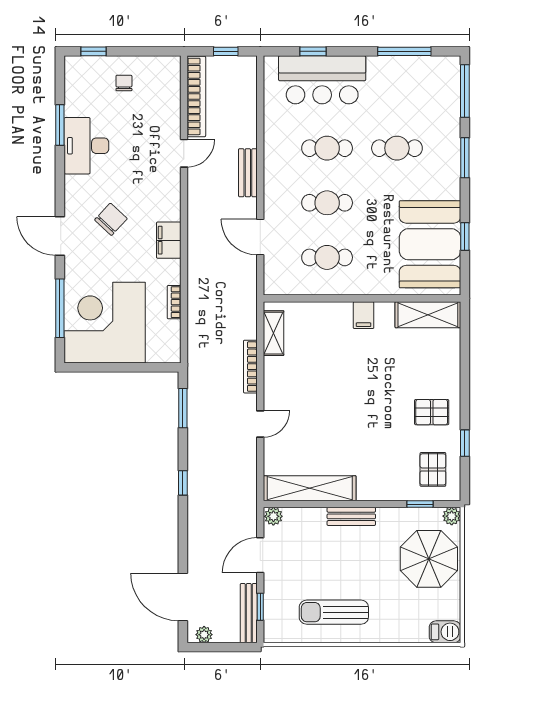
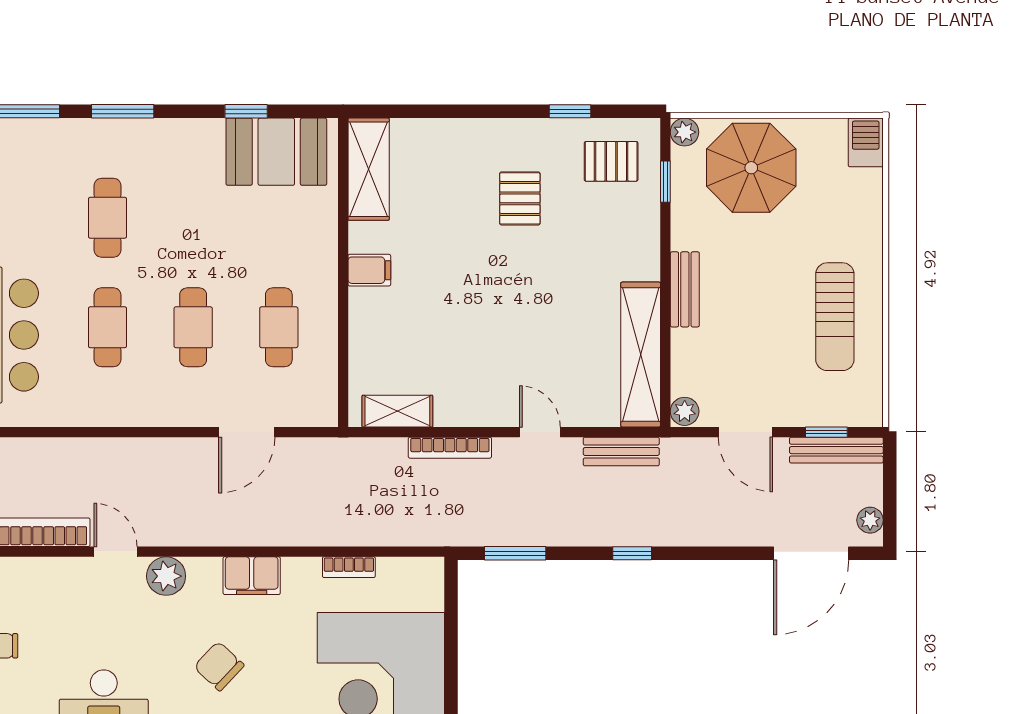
bench: (248, 173) -> (621, 451), moved
plant: (168, 186) -> (166, 576), added
booth: (430, 244) -> (276, 152), width x0.73, depth x0.70
pallet: (432, 412) -> (520, 198), moved

